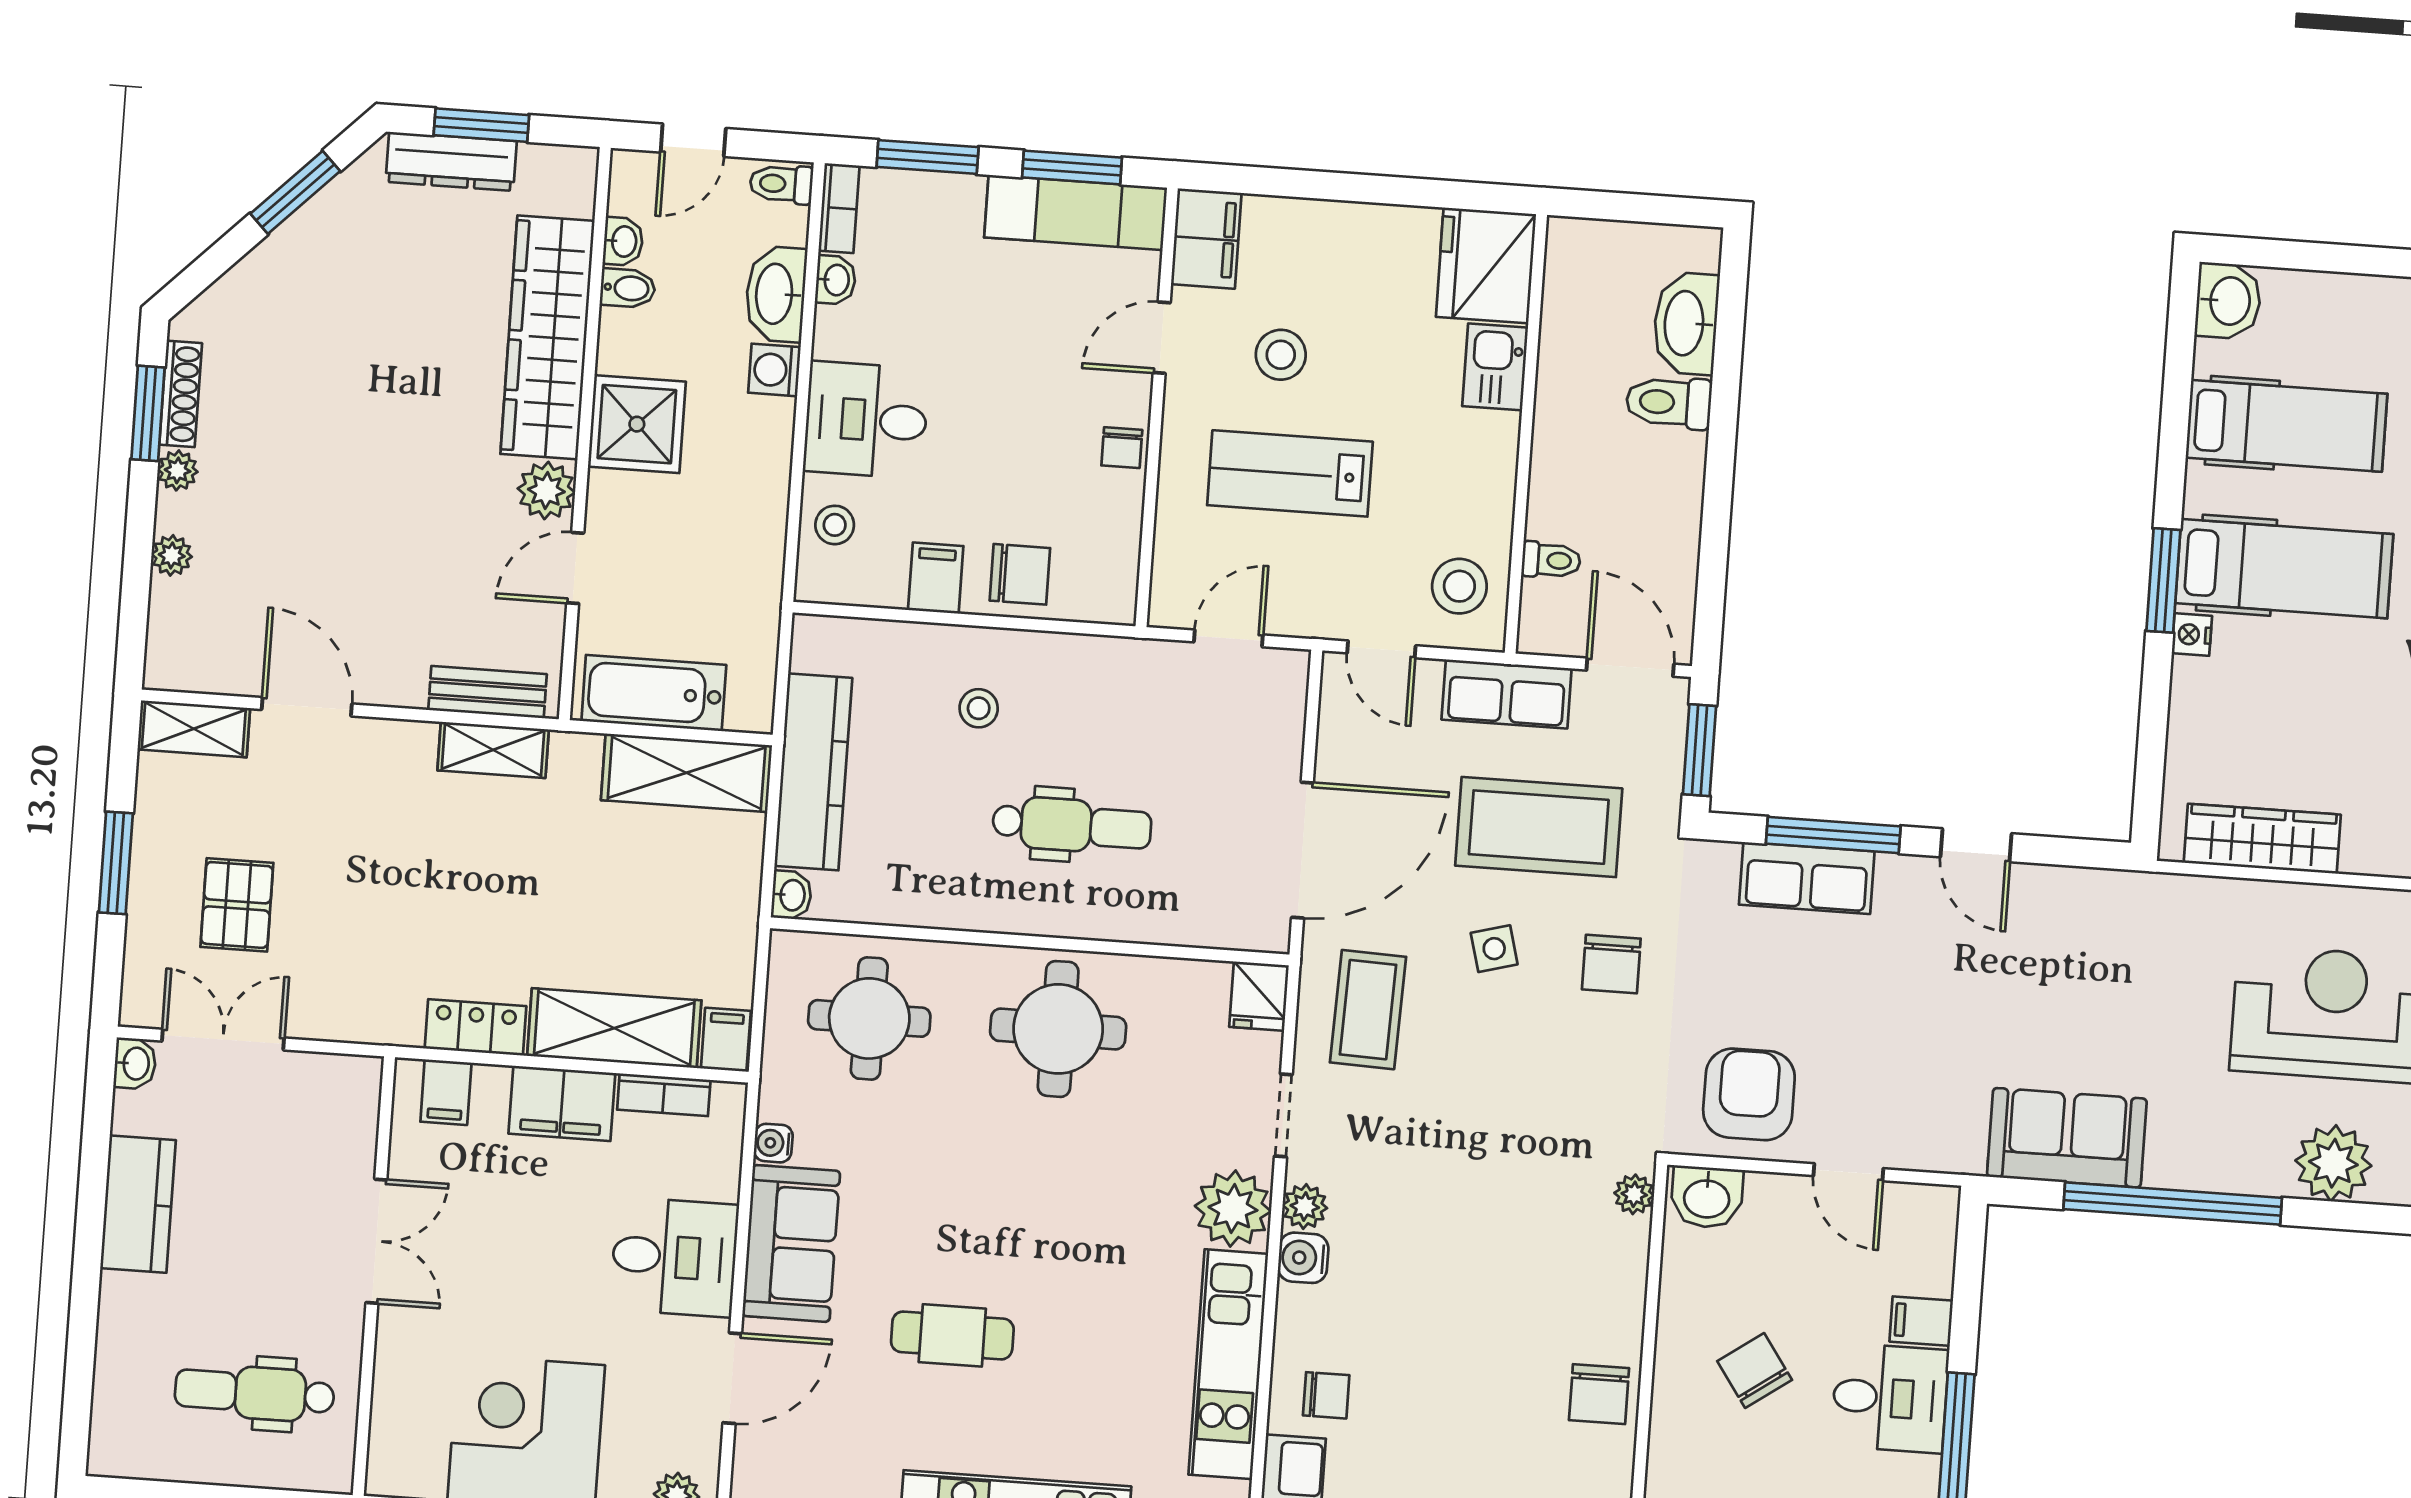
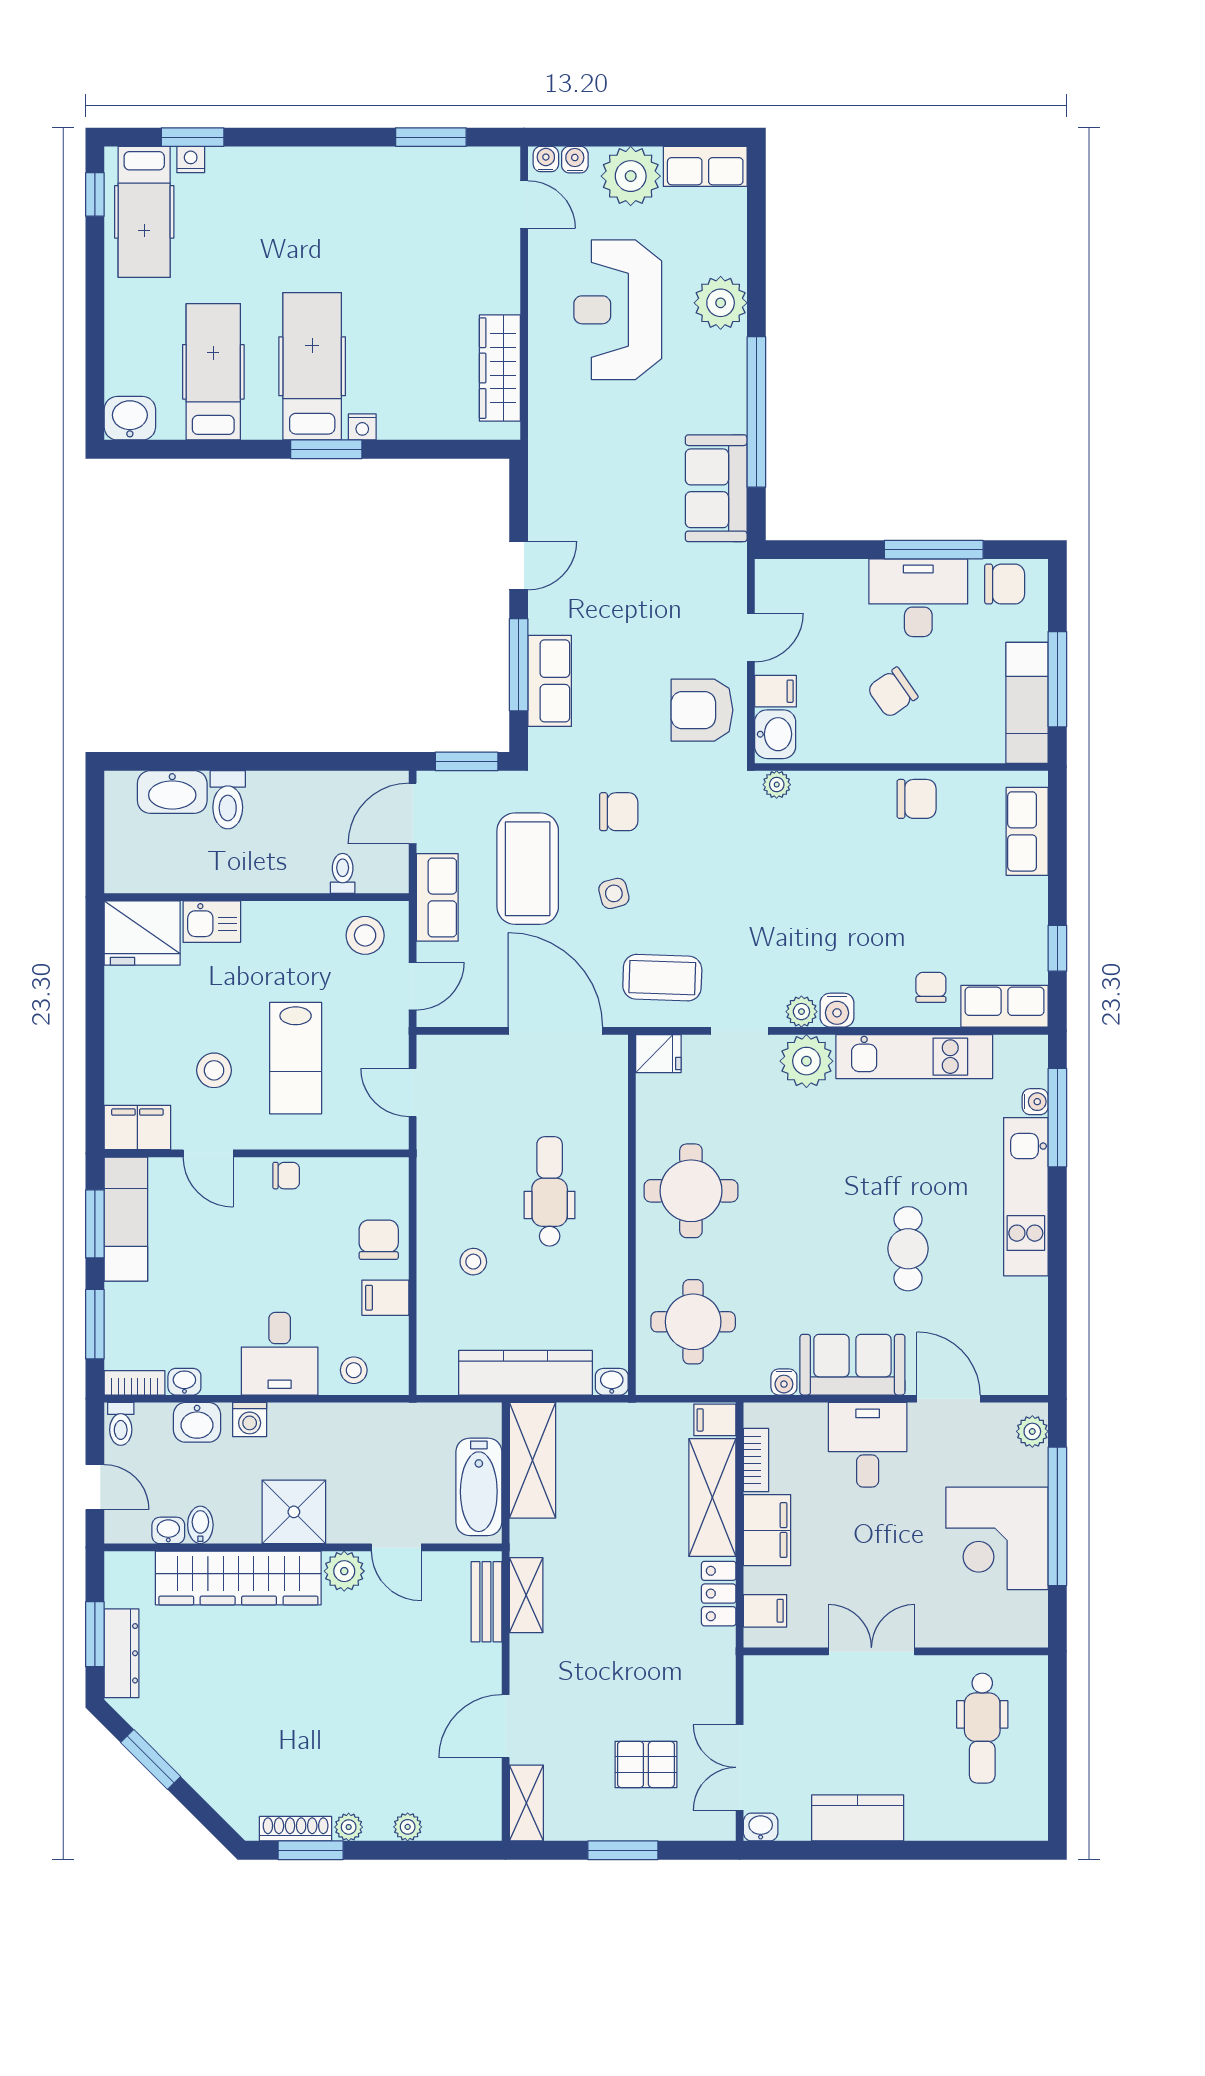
washbasin: (776, 294) -> (197, 1422), width x0.72
filing cabinet: (1921, 1321) -> (775, 691), moved, turned -90
desk: (1890, 1398) -> (918, 598), width x1.37

